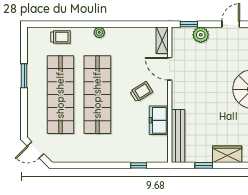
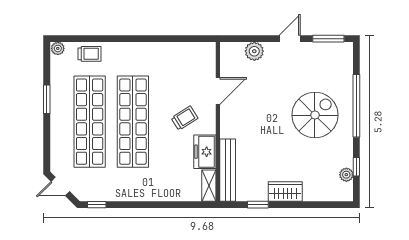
window: (189, 24) -> (240, 39), removed
plant: (99, 32) -> (58, 48), moved
shelving: (162, 40) -> (209, 186), moved
door: (170, 69) -> (218, 91), swing flipped
window: (139, 165) -> (97, 205), moved

